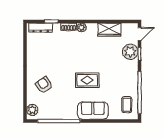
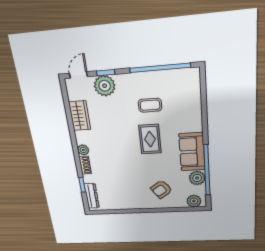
door: (140, 34) -> (78, 75), hinge flipped
coffee table: (127, 105) -> (150, 105), moved
sofa: (93, 111) -> (192, 152), moved
plant: (53, 113) -> (197, 178), added

